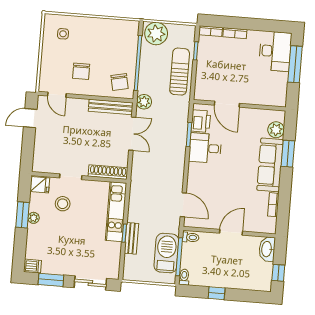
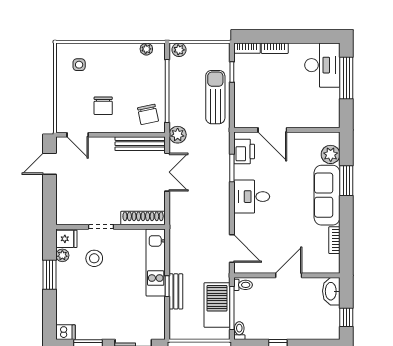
plant: (123, 25) -> (146, 49), added
plant: (156, 34) -> (179, 50), width x0.53, depth x0.53
desk: (205, 148) -> (252, 197), moved
plant: (34, 218) -> (62, 255), moved

